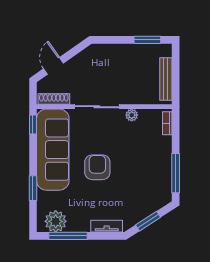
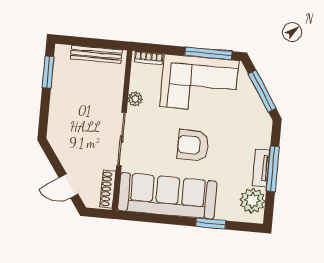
window: (33, 124) -> (135, 217), removed
corner sofa: (149, 168) -> (199, 84), added
window: (148, 221) -> (262, 91), width x1.44
tv unit: (107, 226) -> (261, 168), moved
window: (68, 236) -> (273, 169), moved

